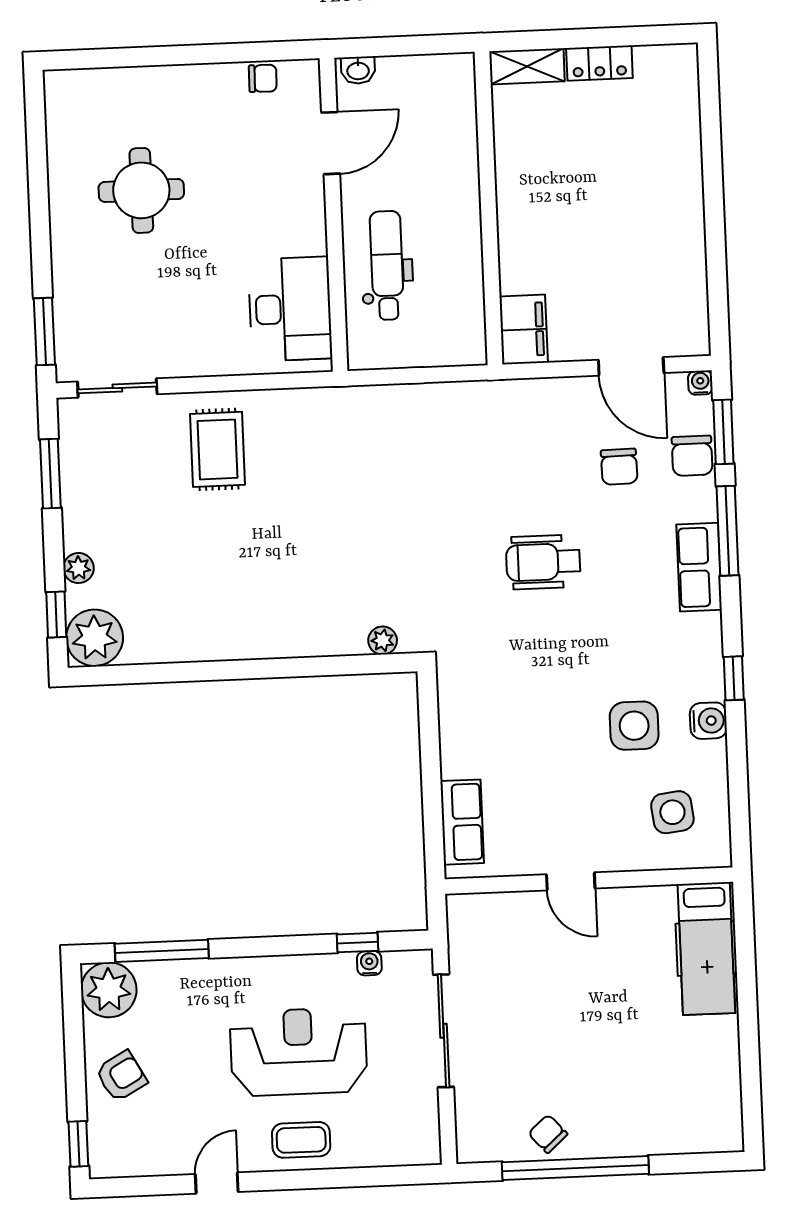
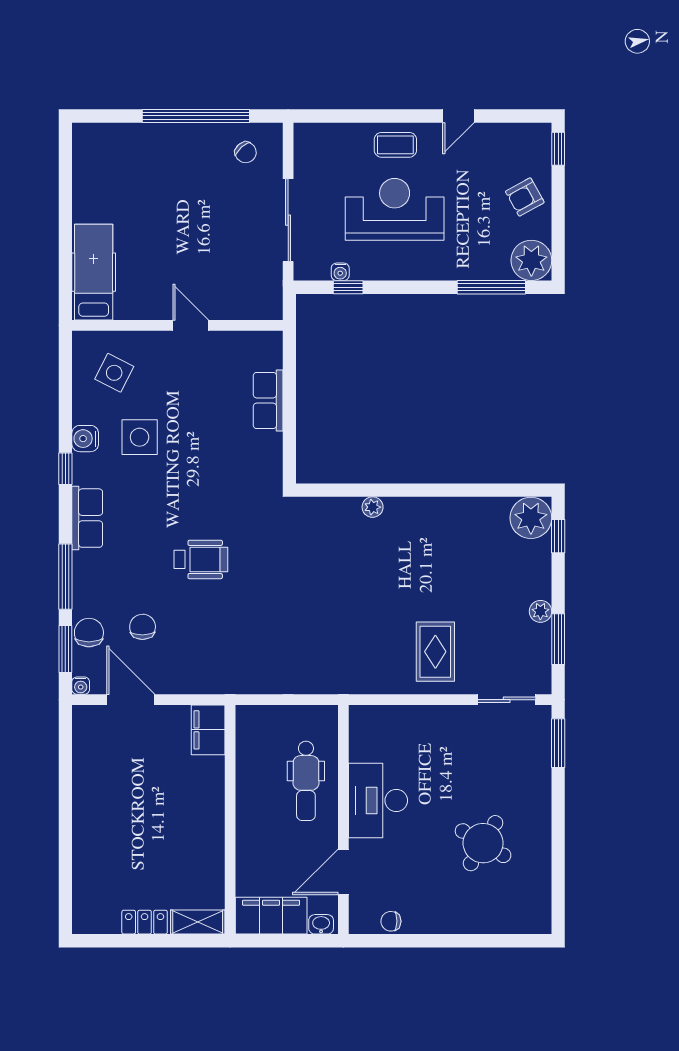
filing cabinet: (427, 79) -> (271, 916), added
round table: (141, 190) -> (483, 843), turned 31
desk: (290, 309) -> (378, 800), moved
row of seats: (699, 567) -> (87, 518), moved
plant: (78, 568) -> (540, 611), moved
plant: (383, 640) -> (373, 507), moved
side table: (672, 812) -> (114, 373), turned 34
row of seats: (462, 822) -> (268, 401), moved
reception desk: (299, 1052) -> (395, 209), turned 180
chair: (548, 1134) -> (246, 152), moved

